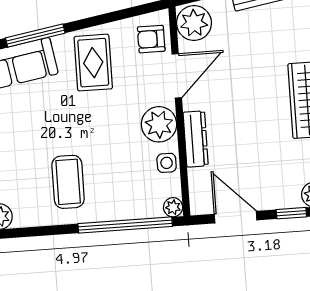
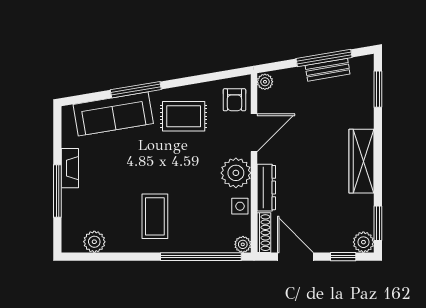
plant: (194, 23) -> (265, 82), width x0.53, depth x0.53
armchair: (151, 39) -> (234, 100), turned -90
rug: (93, 63) -> (184, 116), turned 90
shoe rack: (197, 192) -> (264, 233), added

